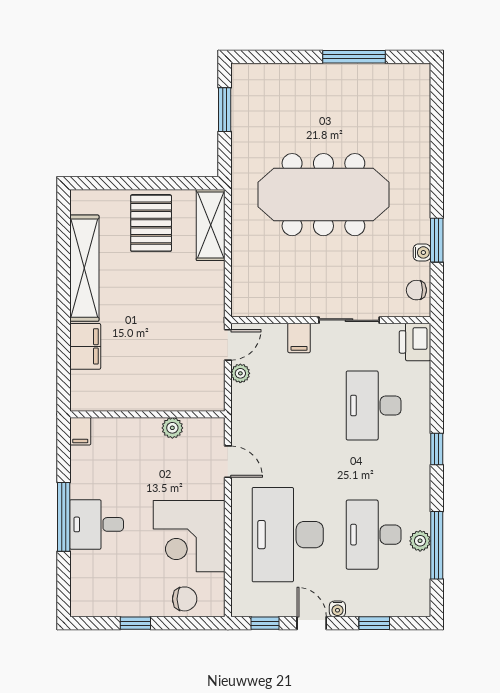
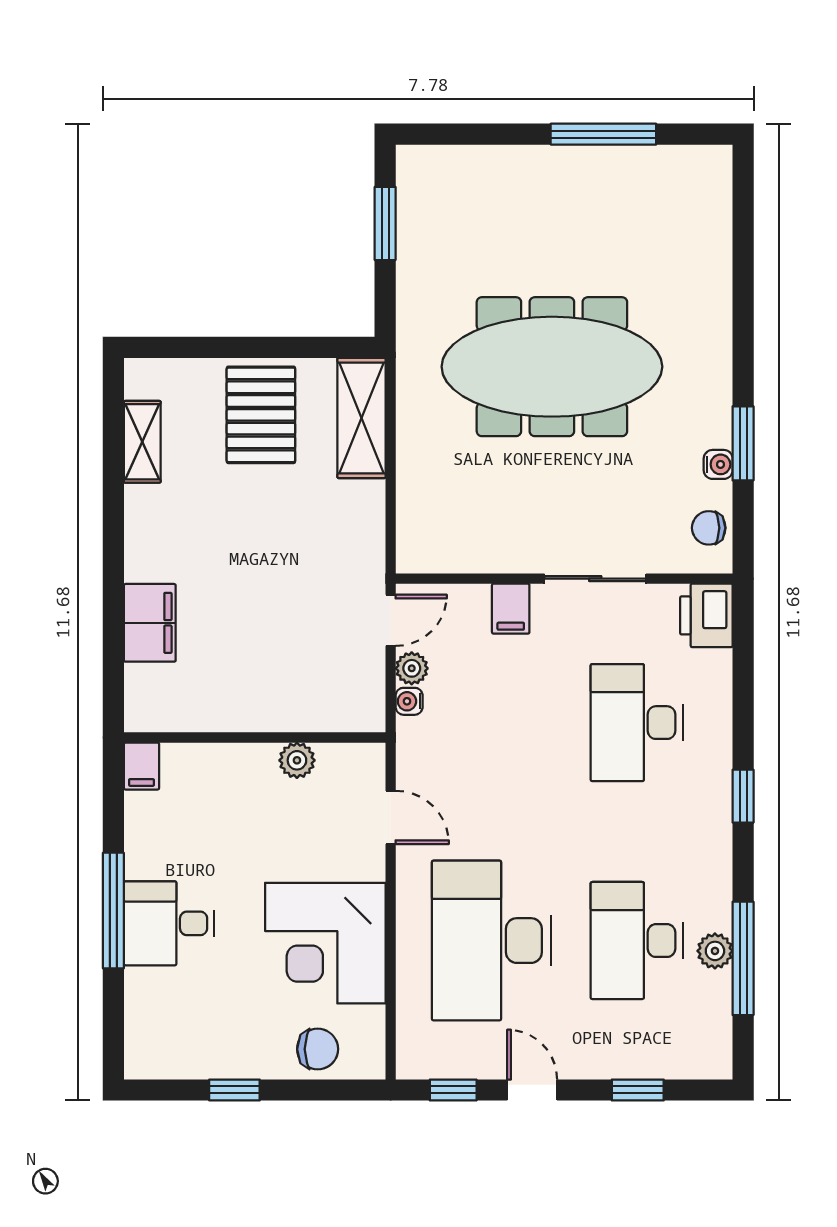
shelving: (84, 268) -> (142, 442), width x0.45, depth x0.75
water cooler: (337, 609) -> (409, 701), moved, turned 90

